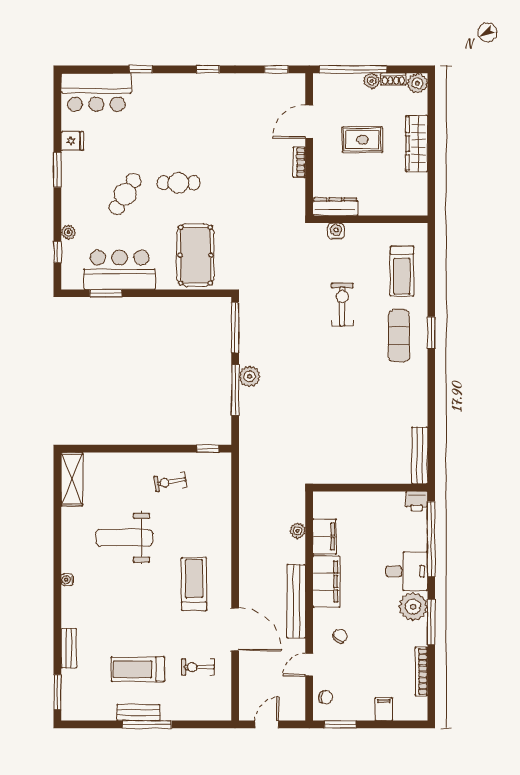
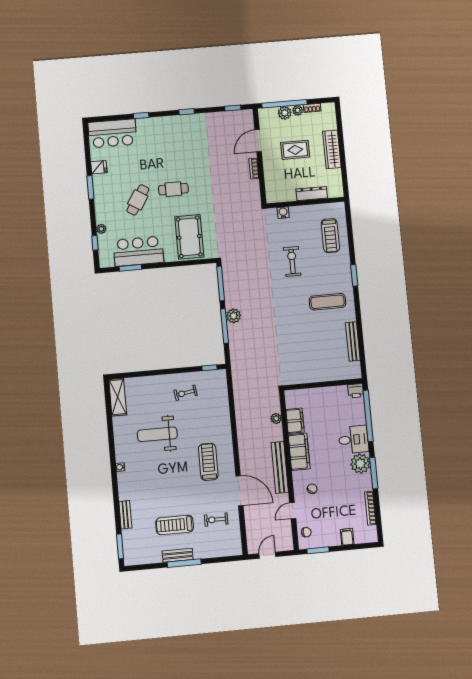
plant: (417, 83) -> (285, 113), moved
dresser: (335, 207) -> (312, 194), moved
exercise mat: (399, 336) -> (327, 302), moved, turned 90
bench: (420, 455) -> (353, 341), moved

